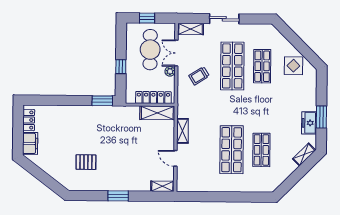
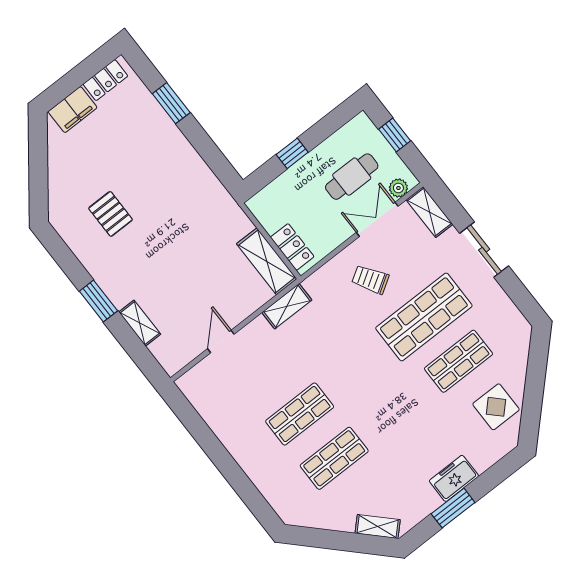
cafe table: (150, 50) -> (352, 177), width x0.73, depth x0.74
plant: (170, 71) -> (398, 188), moved
locker: (153, 97) -> (292, 247), width x0.66
window: (102, 101) -> (171, 103), moved
freezer: (309, 123) -> (454, 478), moved
shelving: (183, 131) -> (287, 306), moved
shop shelf: (232, 150) -> (300, 414), width x0.70, depth x0.74
shelving: (162, 186) -> (140, 323), moved

